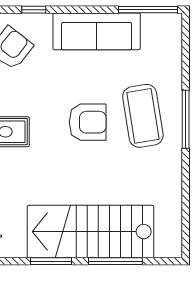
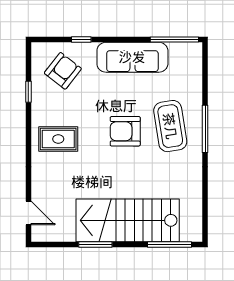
armchair: (88, 122) -> (125, 131), turned 180
window: (115, 261) -> (170, 244), moved

